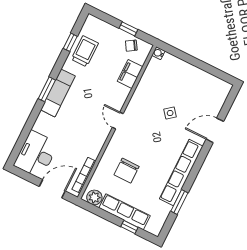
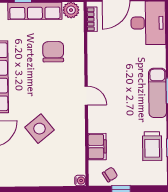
side table: (170, 113) -> (40, 129), width x1.87, depth x1.87
bookcase: (84, 175) -> (92, 19), width x0.64

